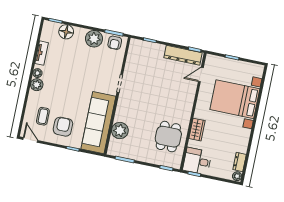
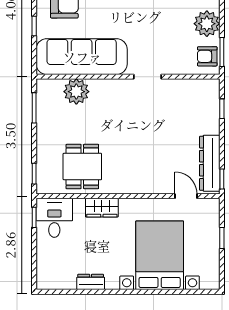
dining table: (168, 137) -> (82, 167), turned 90
dresser: (240, 162) -> (91, 282), moved
plant: (237, 176) -> (44, 283), removed

